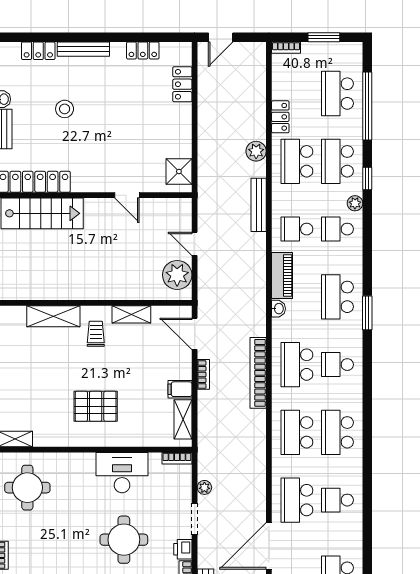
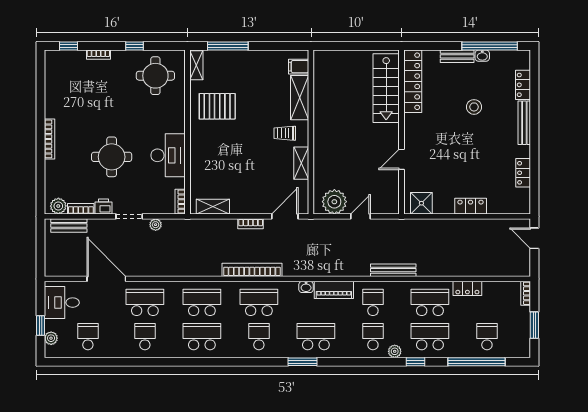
locker: (182, 84) -> (471, 206), moved
school desk: (337, 94) -> (487, 337), width x0.54
plant: (256, 151) -> (438, 268), removed
trolley: (96, 334) -> (285, 133), turned 180
filing cabinet: (180, 389) -> (299, 67), moved, turned -90
pallet: (96, 406) -> (217, 106), moved, turned 90

